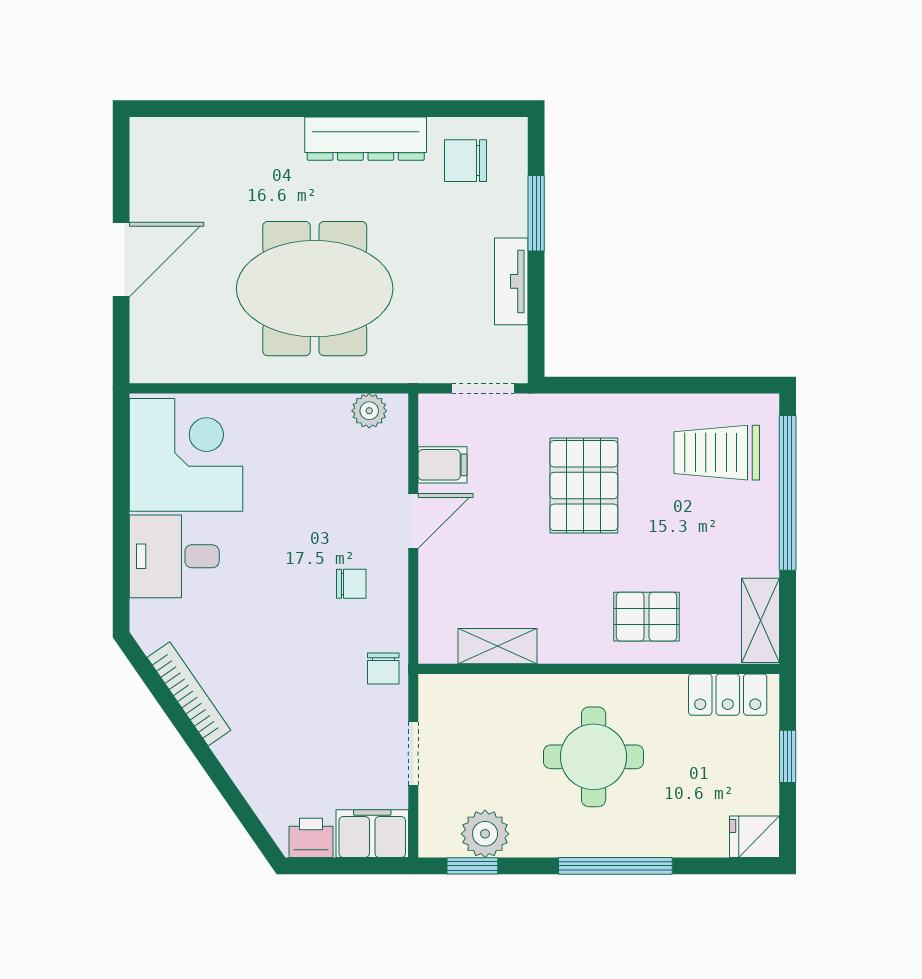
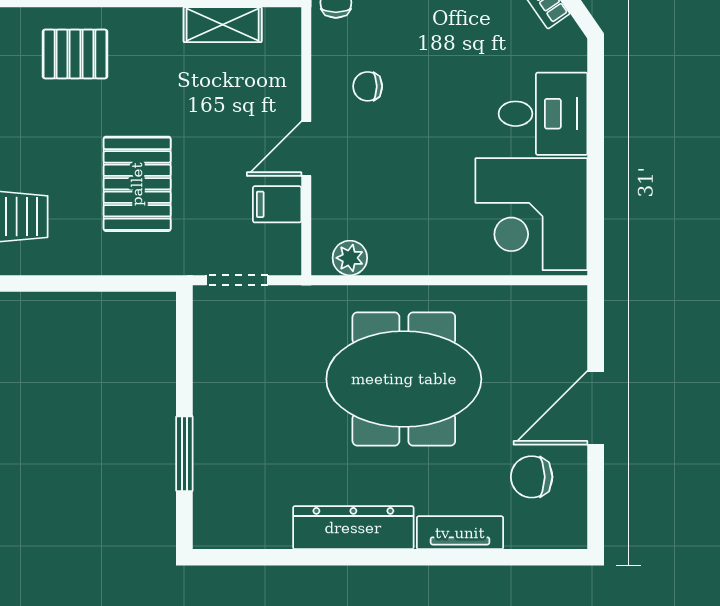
chair: (465, 161) -> (532, 477), moved, turned 180
tv unit: (511, 281) -> (460, 533), moved, turned -90

